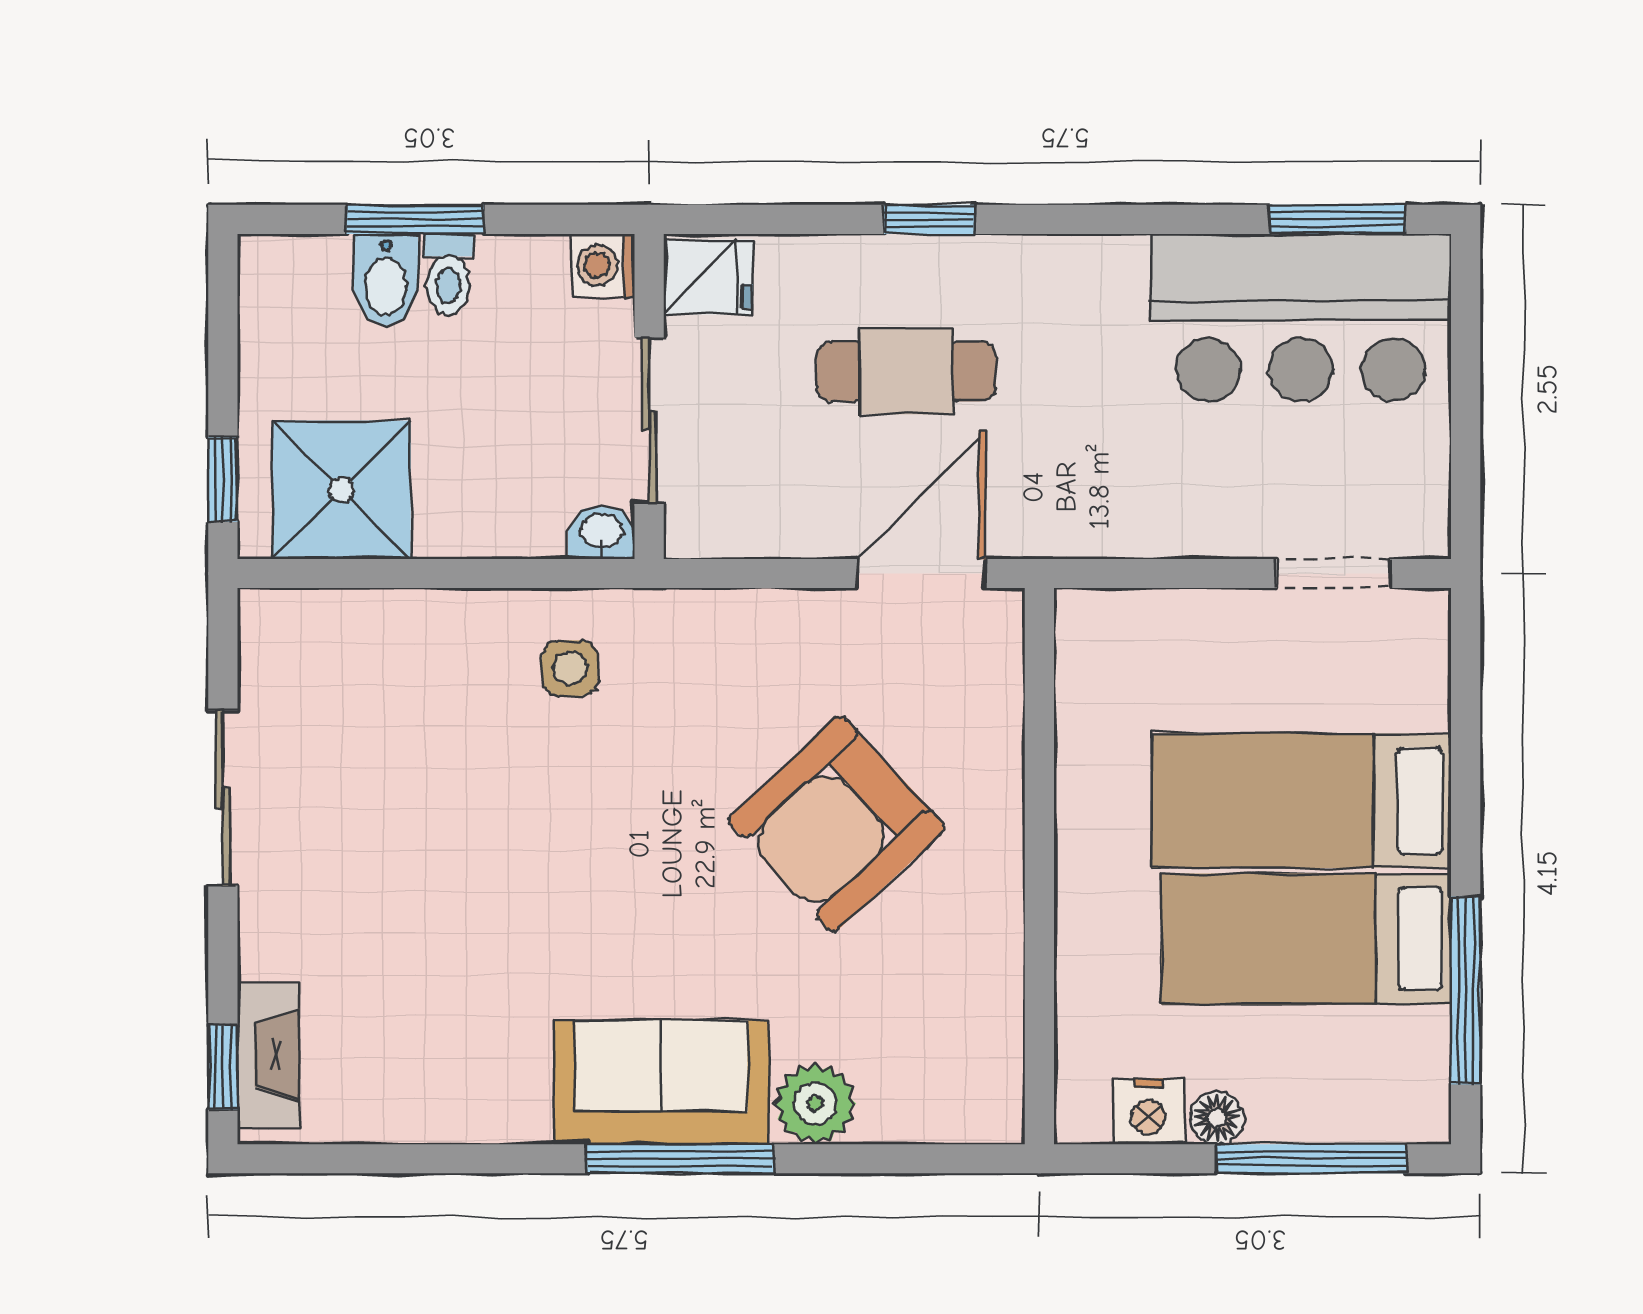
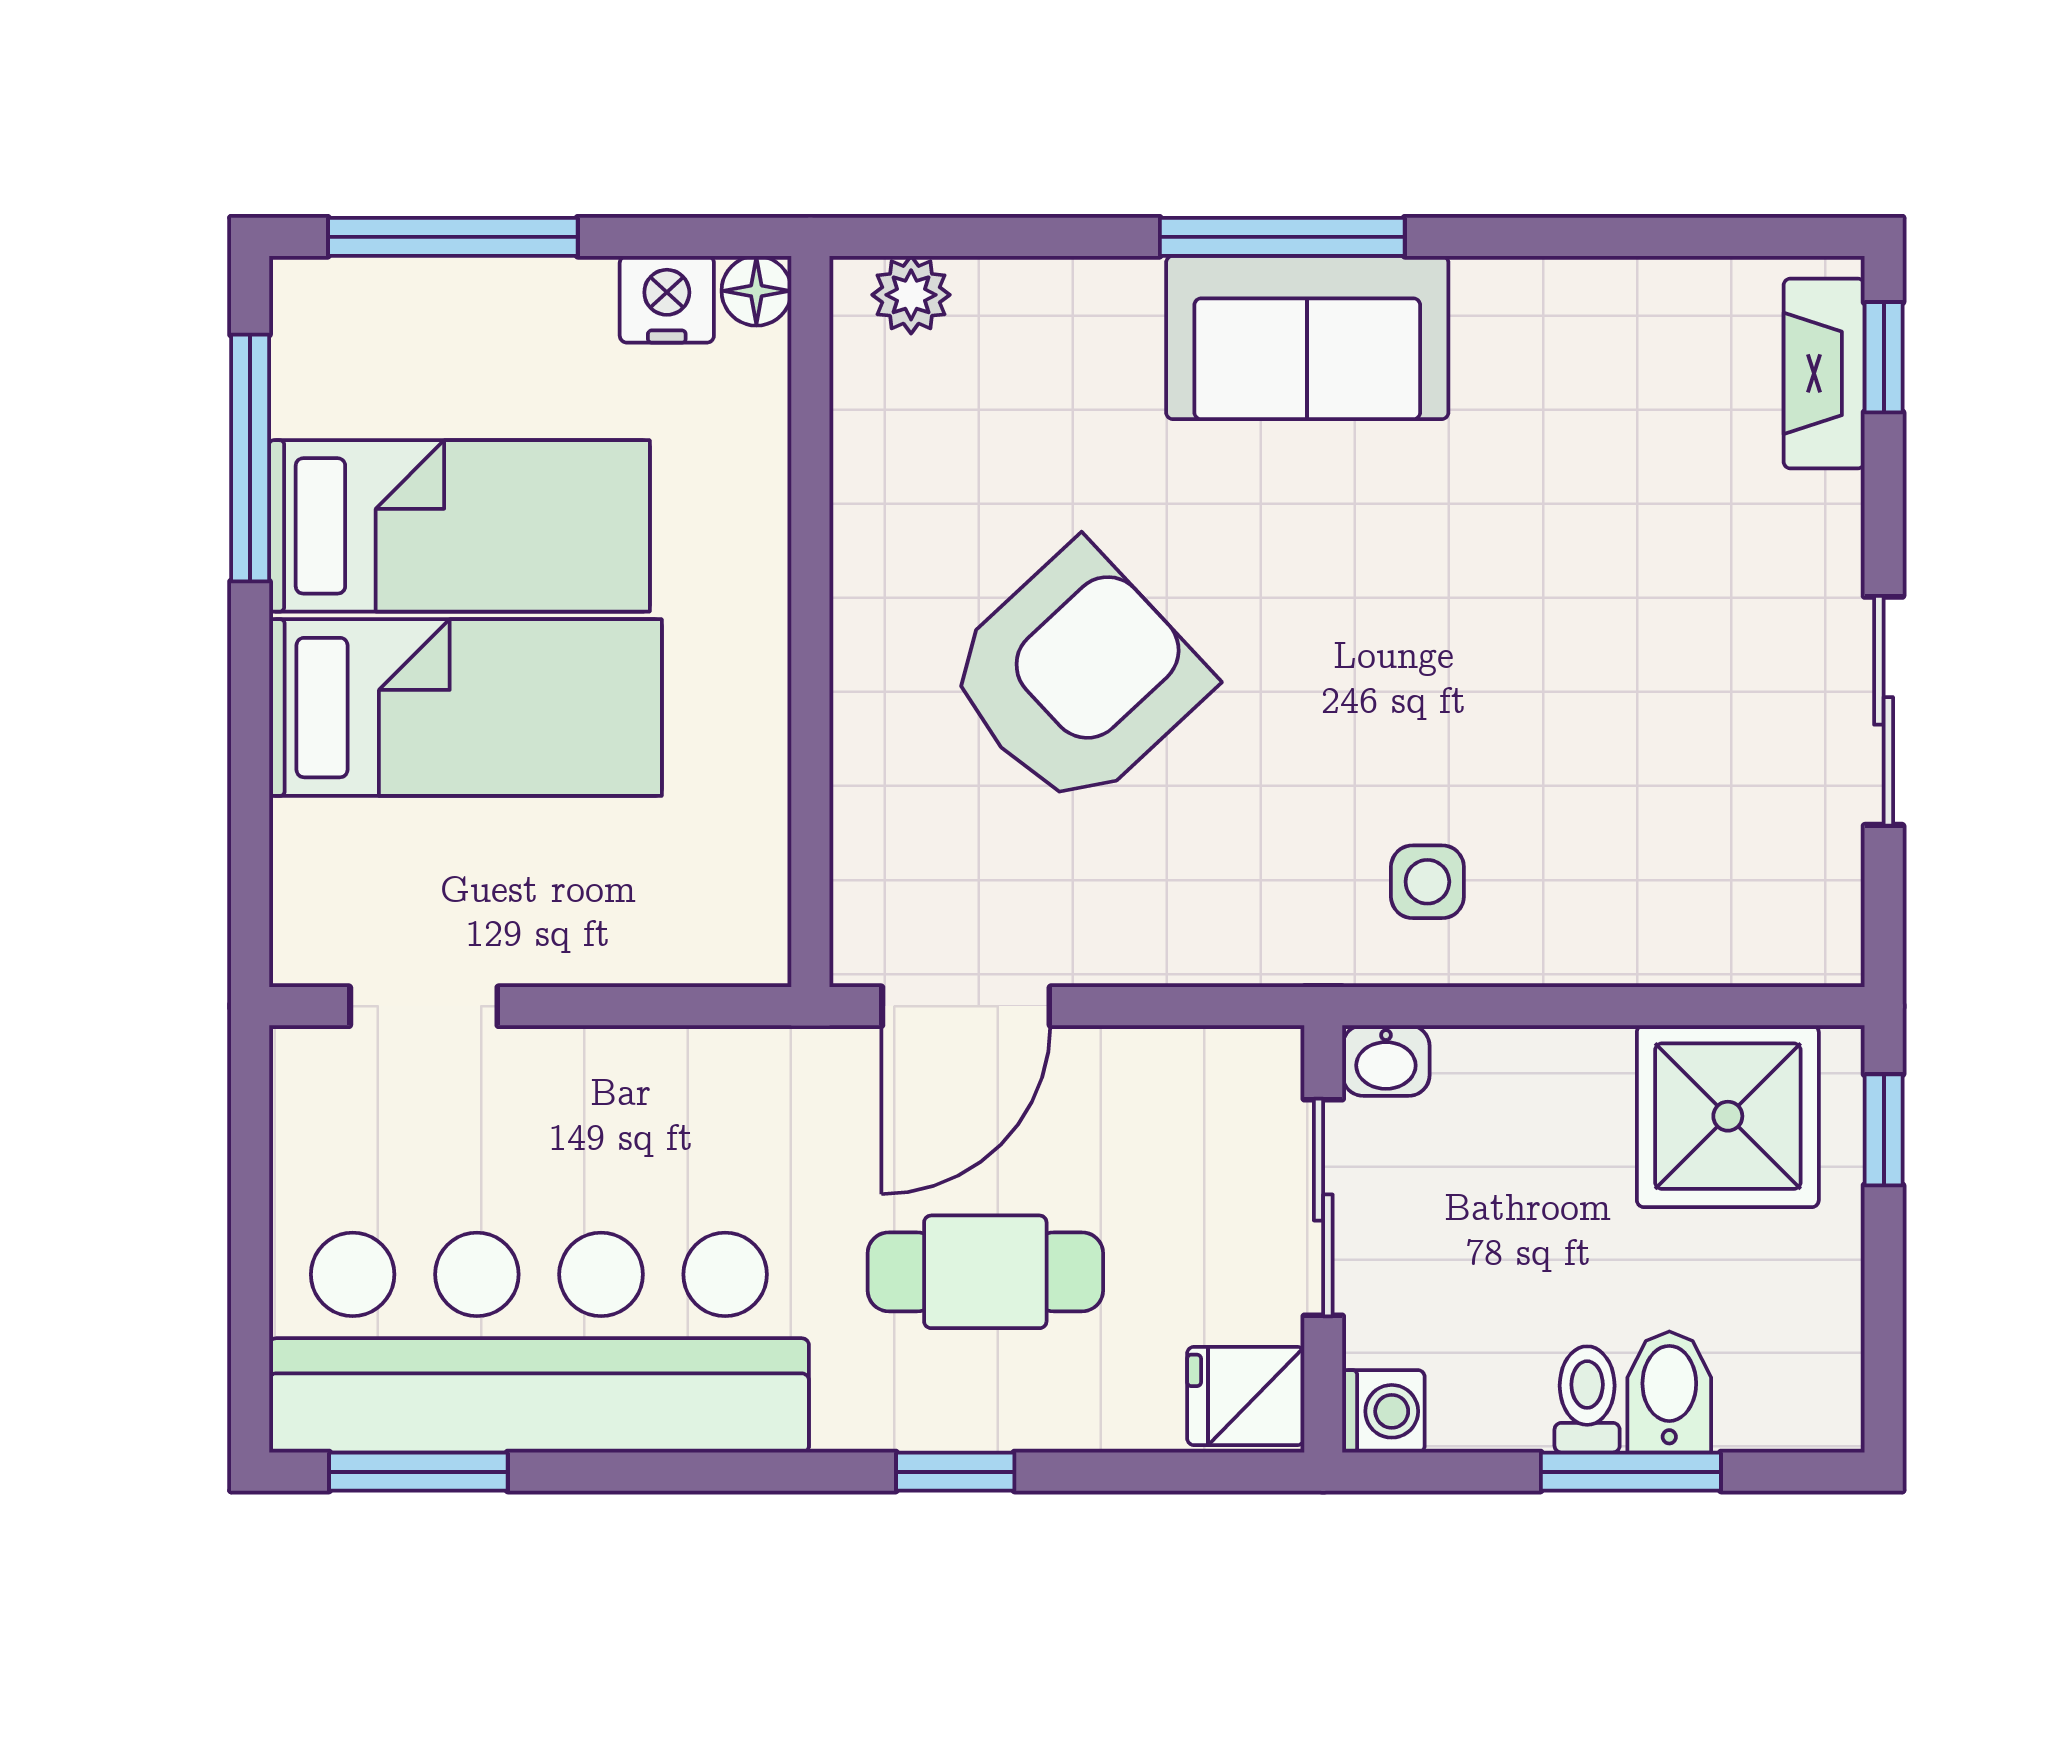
bar counter: (1301, 318) -> (539, 1343), width x1.36
plant: (815, 1104) -> (911, 295), moved, width x0.73, depth x0.73
floor lamp: (1217, 1118) -> (756, 291), moved

